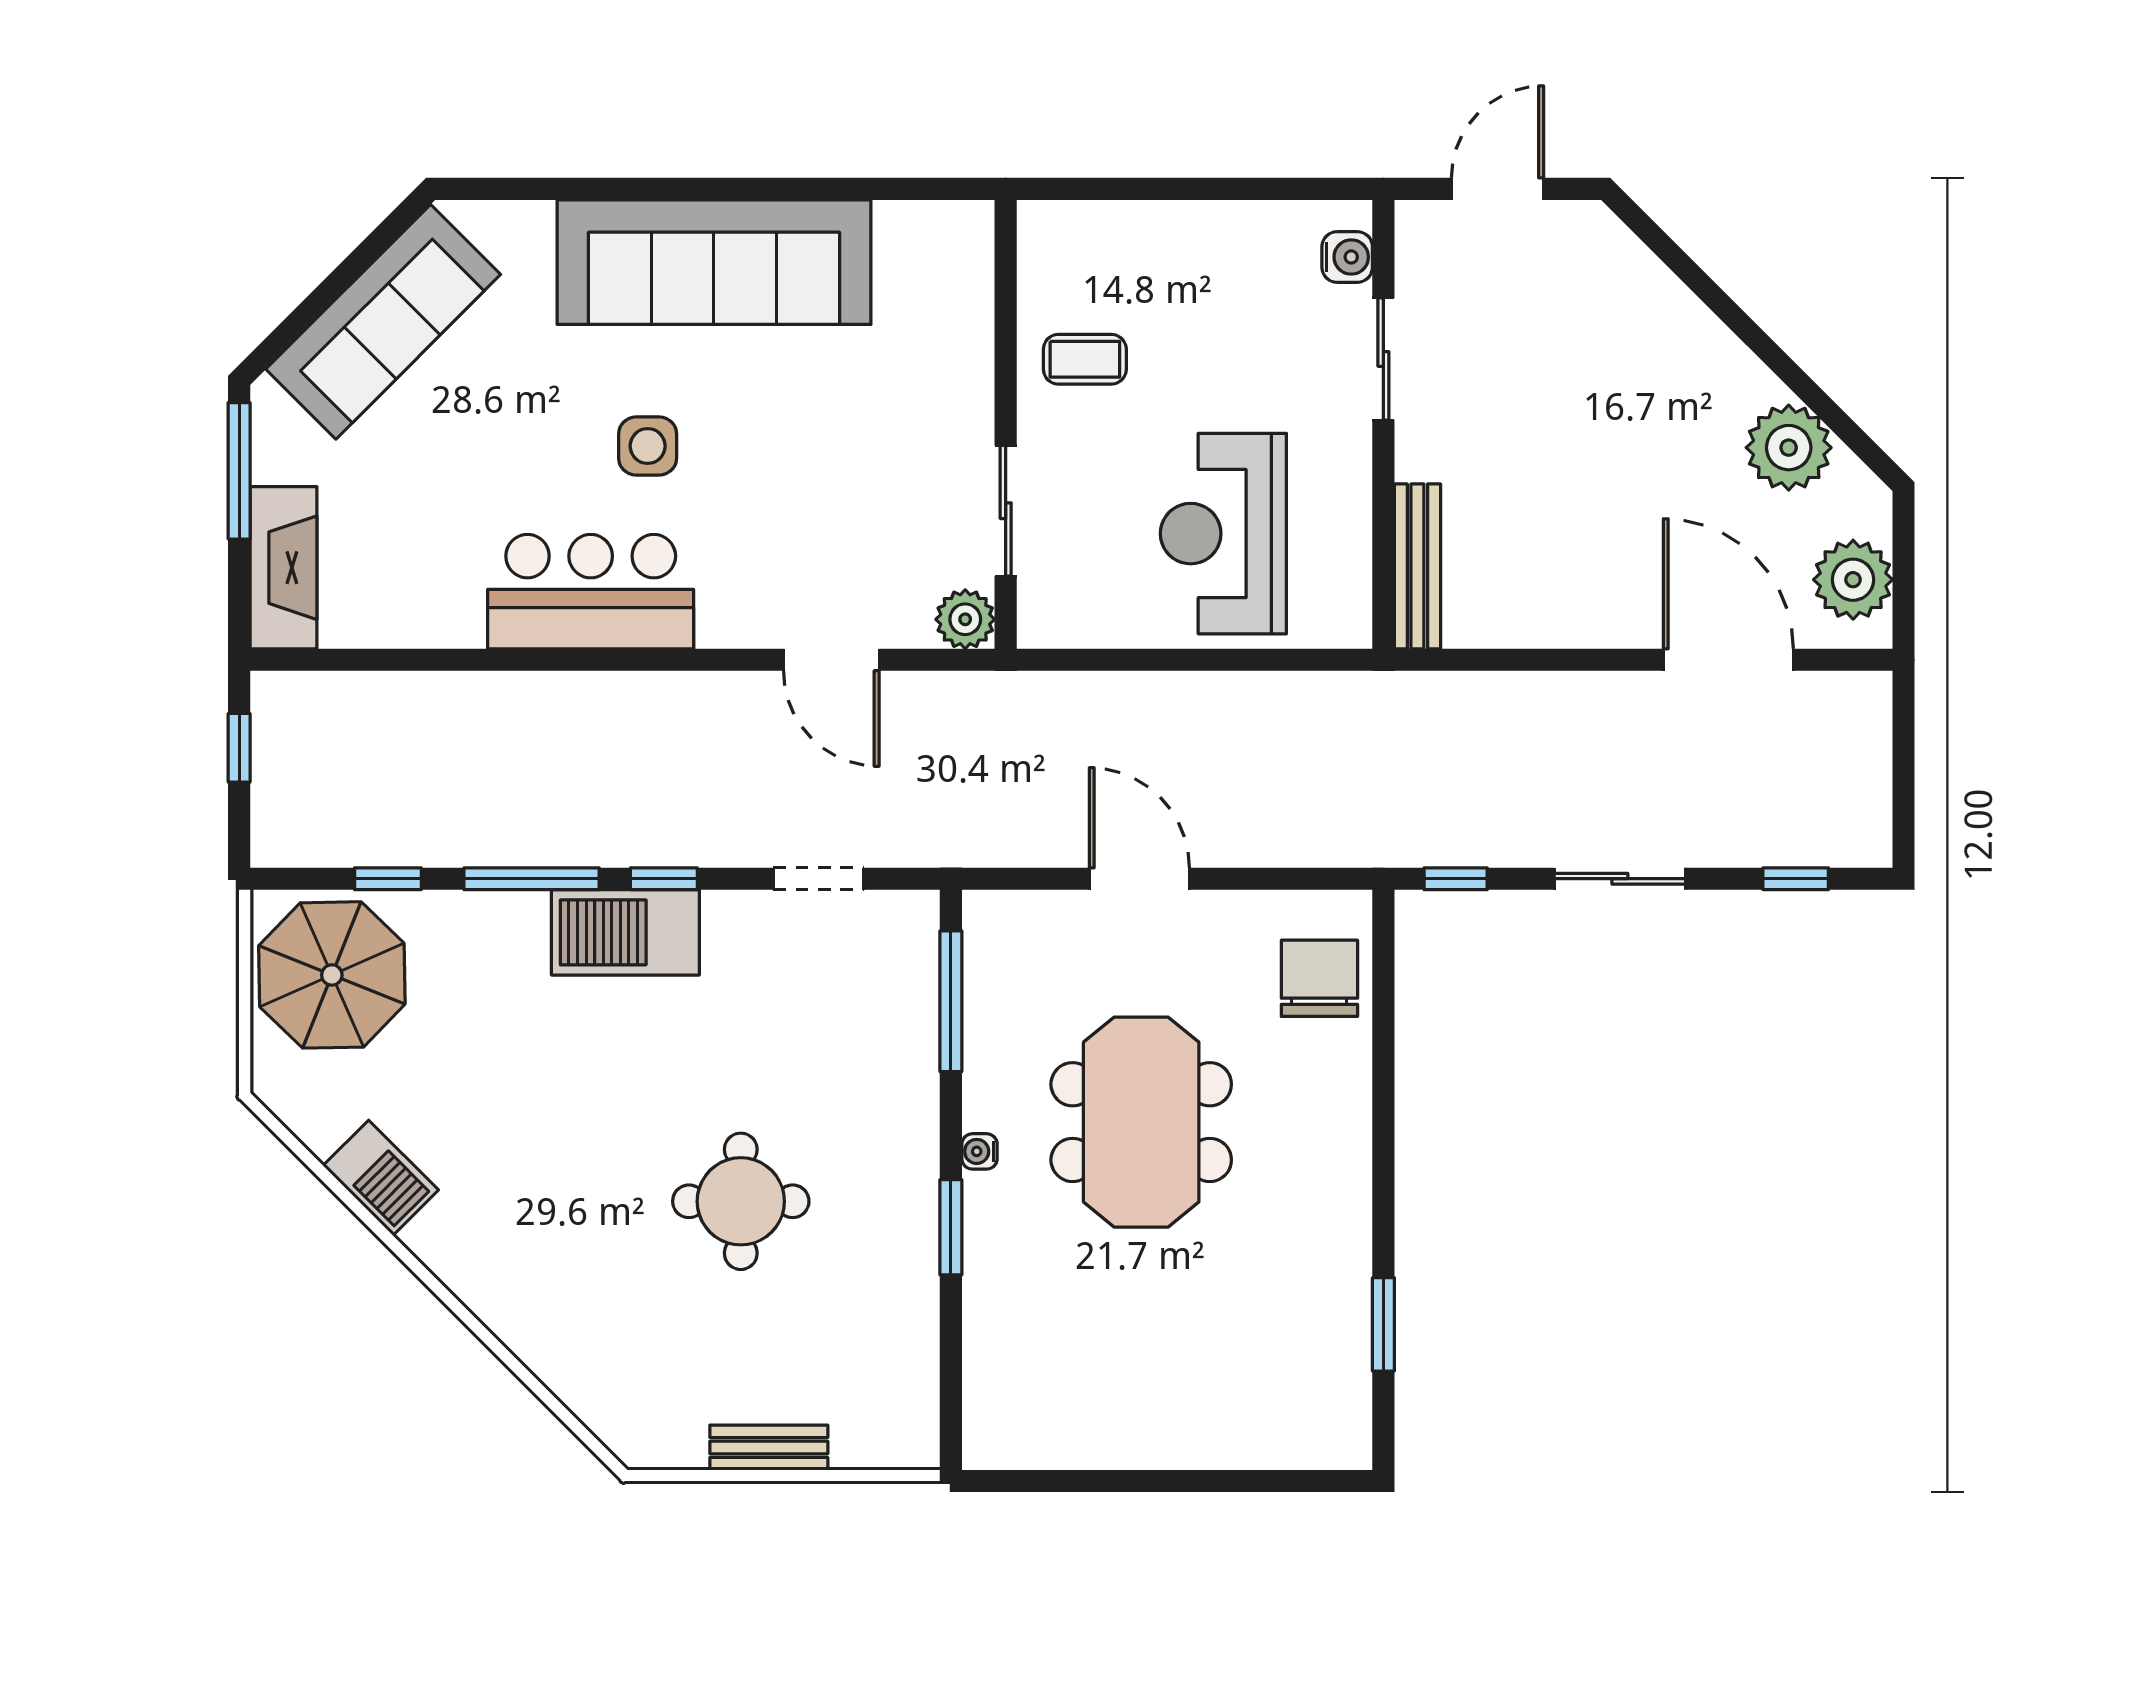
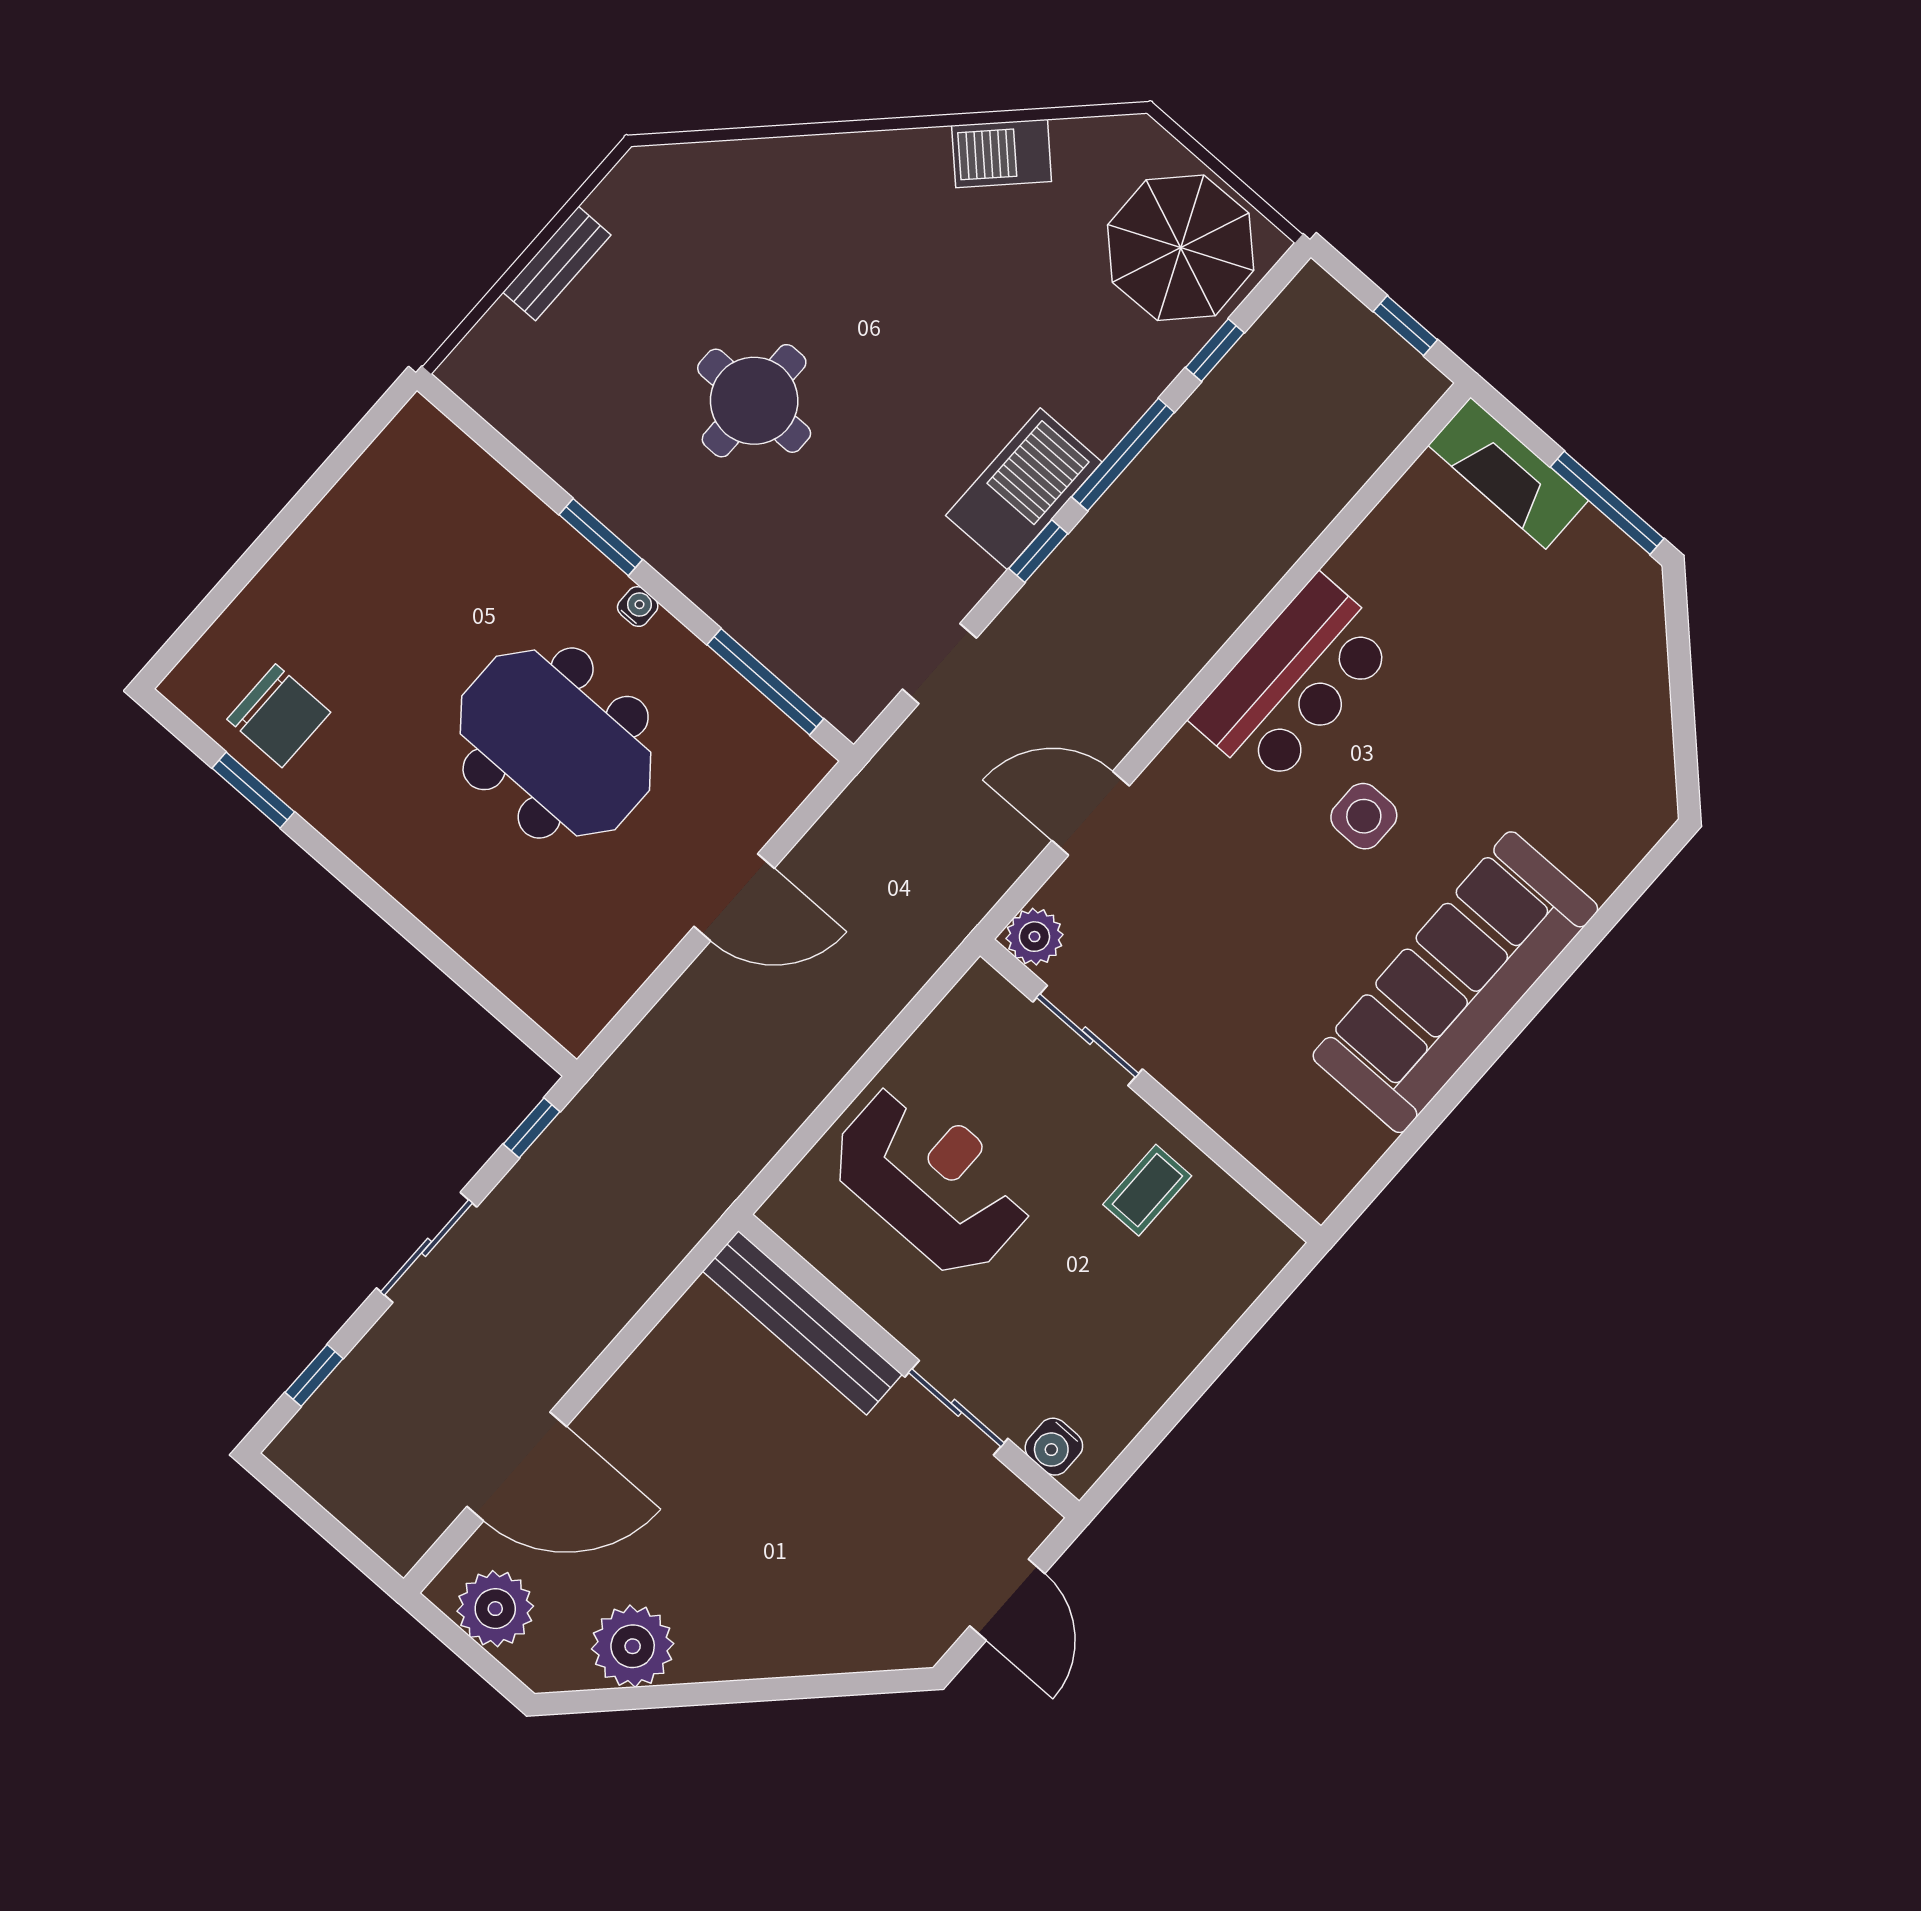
sofa: (383, 322) -> (1624, 703), removed
bench: (1417, 566) -> (802, 1323), width x1.37, depth x1.21
chair: (1319, 978) -> (279, 716), moved

